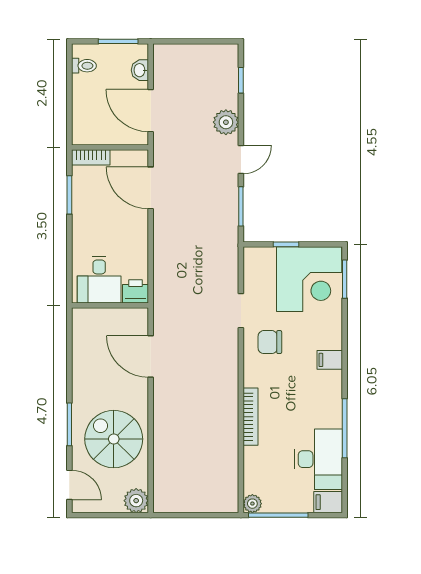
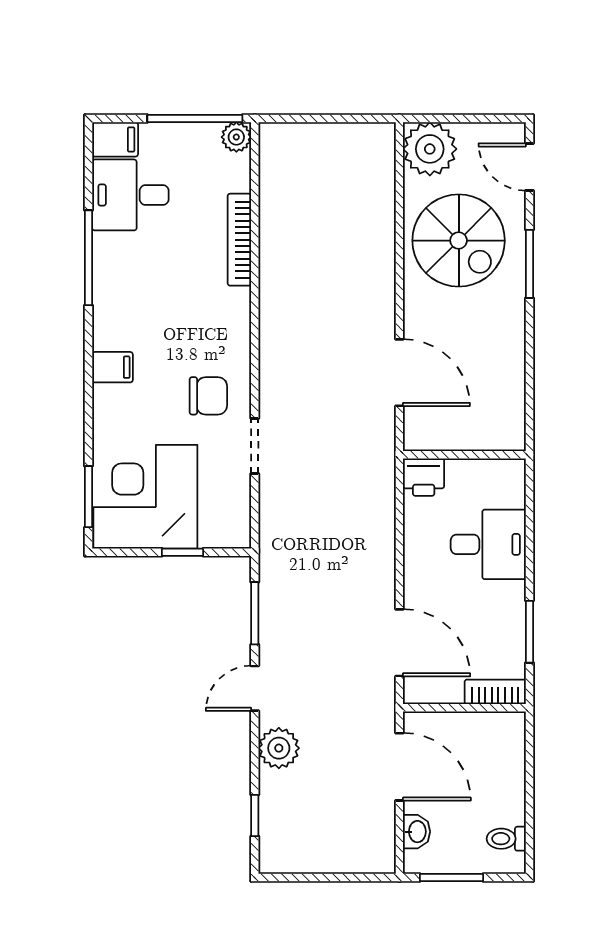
desk: (99, 280) -> (488, 544), moved, turned 90
bookcase: (250, 417) -> (239, 240), moved
desk: (318, 459) -> (130, 195), width x0.73
plant: (136, 501) -> (430, 149), width x1.36, depth x1.36

